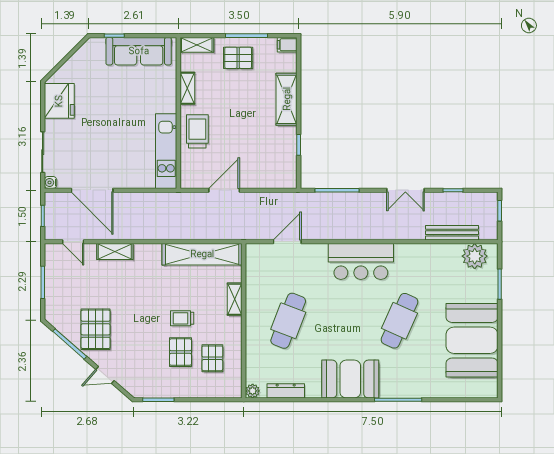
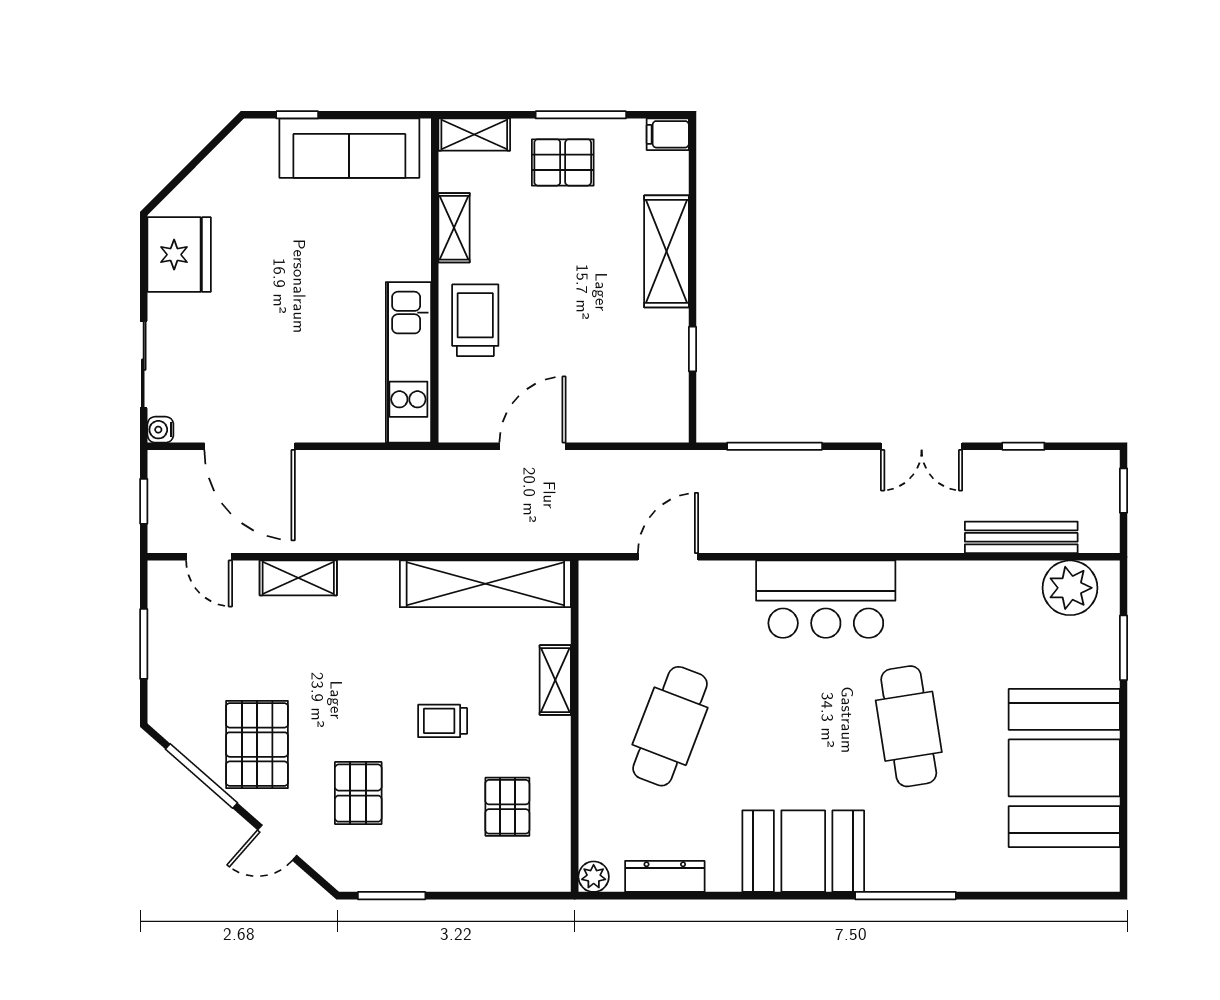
cafe table: (399, 321) -> (909, 726), turned -33
pallet: (180, 352) -> (358, 793), moved

